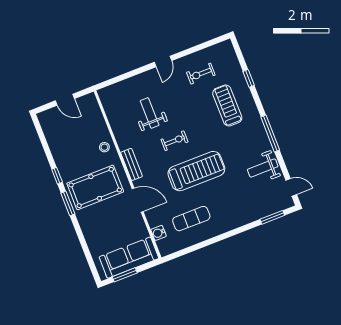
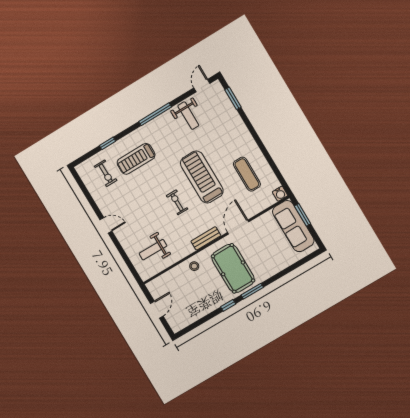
exercise bike: (201, 74) -> (106, 173), moved
weight bench: (150, 113) -> (153, 250), moved
water cooler: (159, 233) -> (280, 194), moved
window: (125, 275) -> (303, 215), moved

